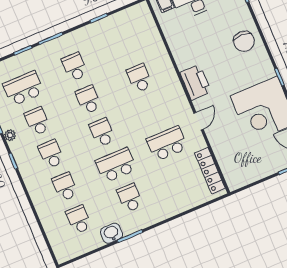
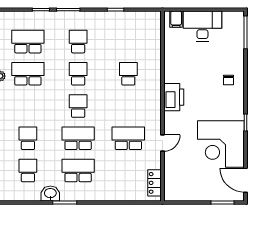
chair: (244, 41) -> (229, 80), width x0.54, depth x0.54
school desk: (37, 121) -> (28, 74), width x1.85
door: (199, 121) -> (162, 143), moved
school desk: (51, 154) -> (28, 106), removed
locker: (210, 171) -> (154, 183), width x0.66
school desk: (130, 198) -> (78, 171), width x1.85

